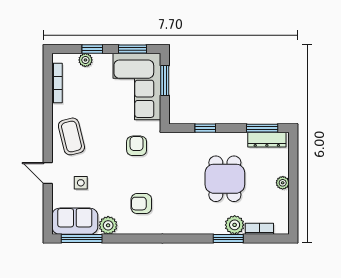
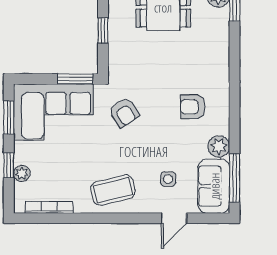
window: (165, 81) -> (75, 79), moved
armchair: (137, 146) -> (124, 112), turned -123
door: (48, 173) -> (174, 218), moved
armchair: (141, 204) -> (193, 107), turned 90

